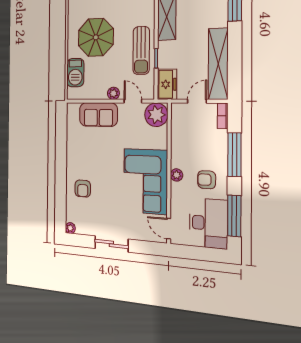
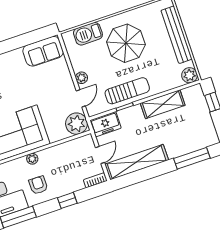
sun lounger: (141, 50) -> (127, 91), turned 180
door: (197, 101) -> (100, 155), hinge flipped
sofa: (98, 115) -> (43, 51), moved, turned -90
window: (234, 155) -> (67, 200), width x0.46

